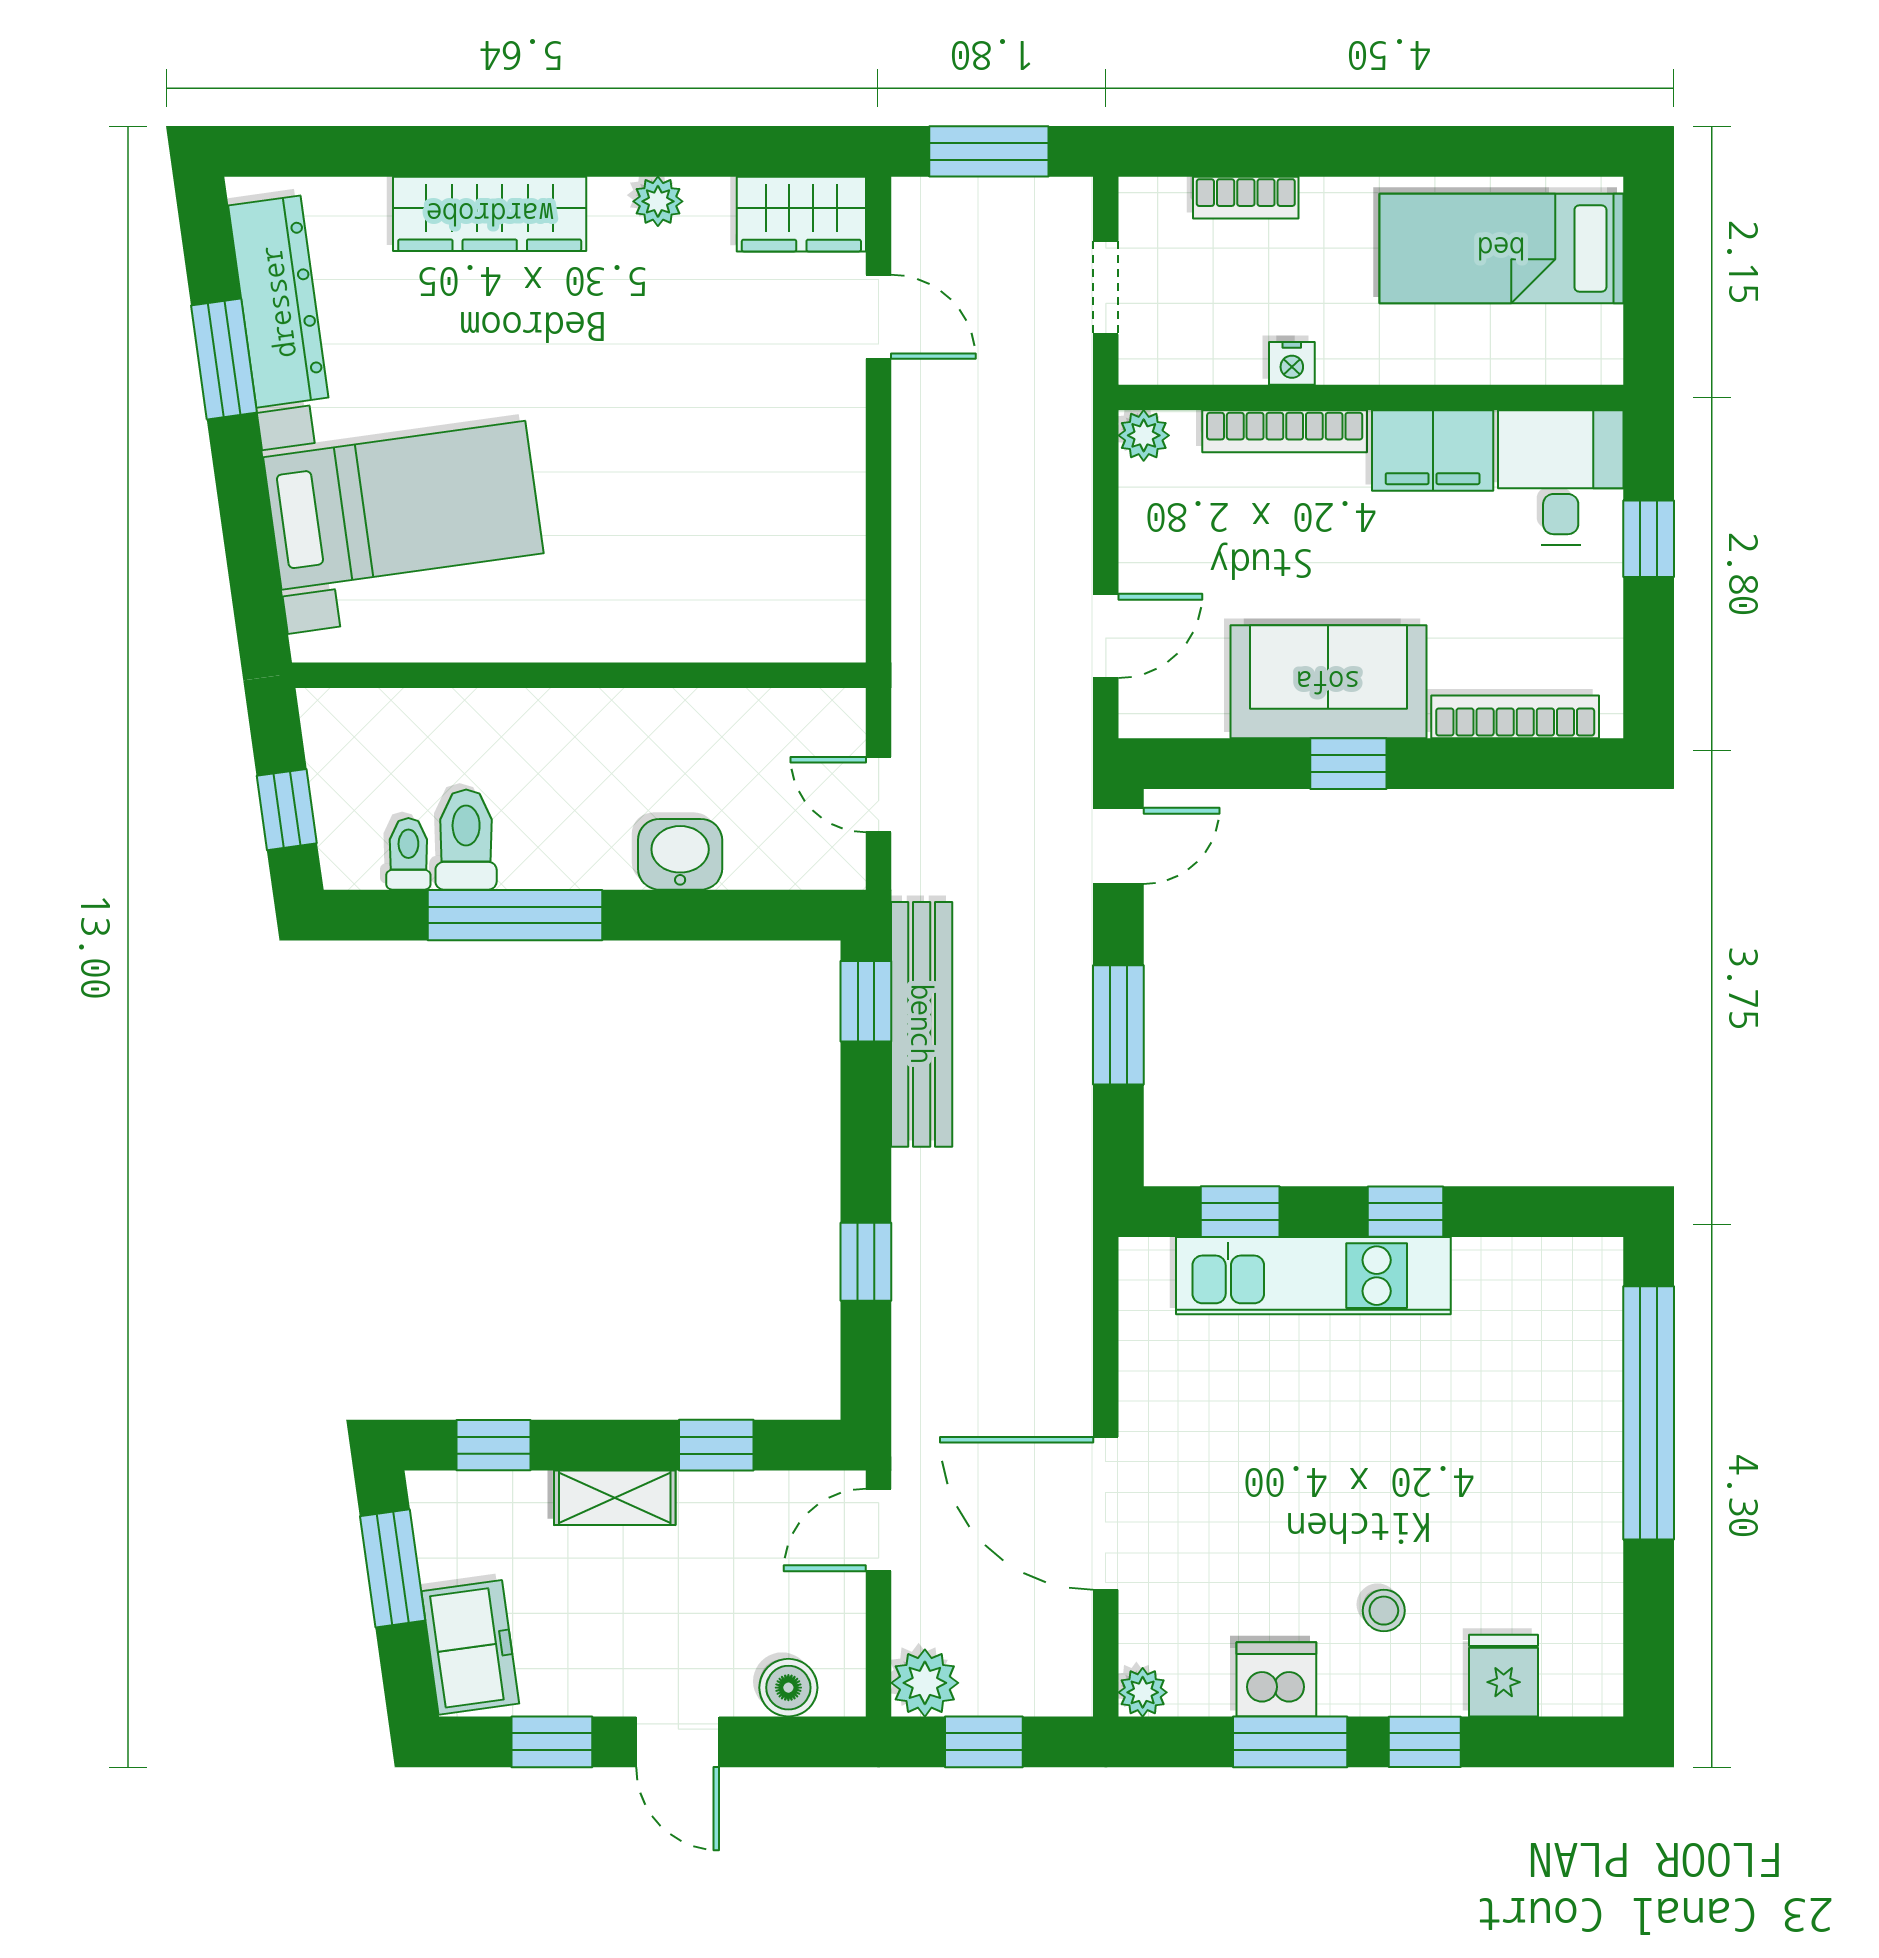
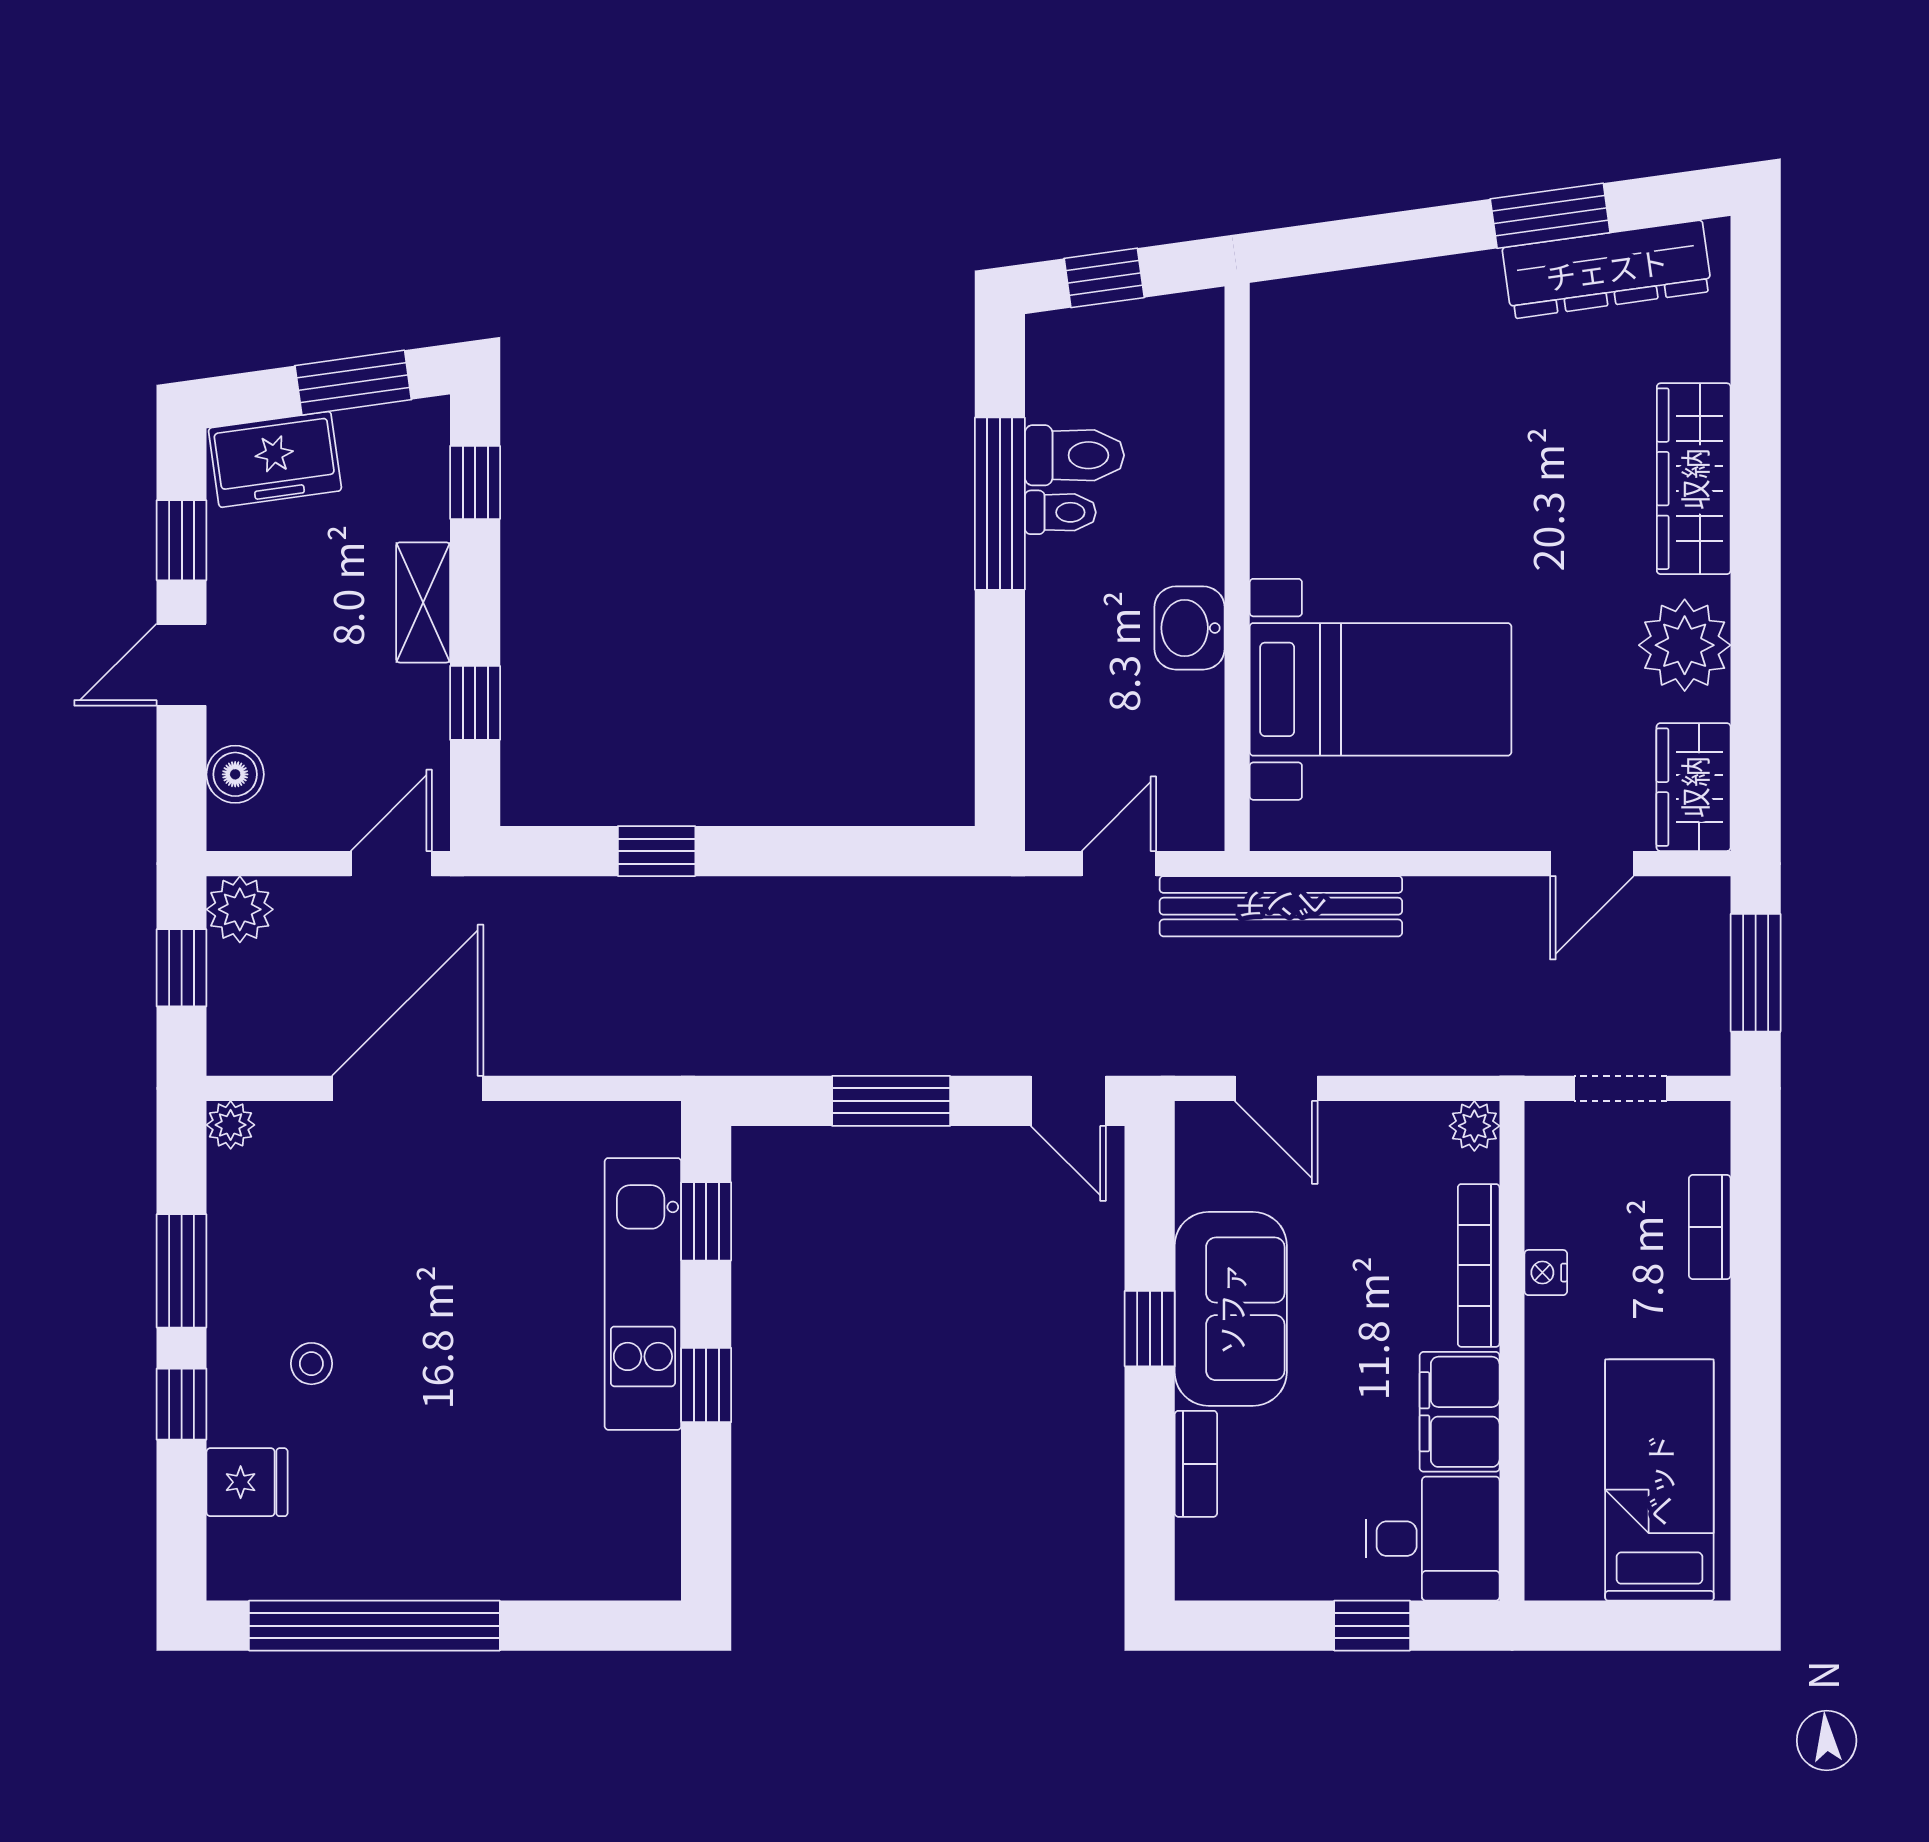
plant: (658, 201) -> (1685, 645), width x1.87, depth x1.87
bed with nightstands: (403, 505) -> (1380, 689), moved, turned -82
bookcase: (1515, 717) -> (1196, 1464), width x0.64
toilet: (408, 854) -> (1060, 512), moved
washbasin: (680, 854) -> (1190, 628), moved, turned 180
window: (866, 1001) -> (914, 851), removed
bench: (922, 1024) -> (1281, 906), moved
window: (1649, 1413) -> (374, 1626), moved
door: (879, 1530) -> (391, 864), hinge flipped
dishwasher: (1276, 1679) -> (243, 1257), removed

